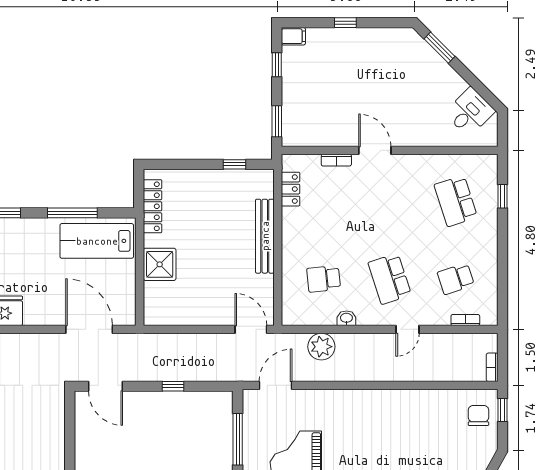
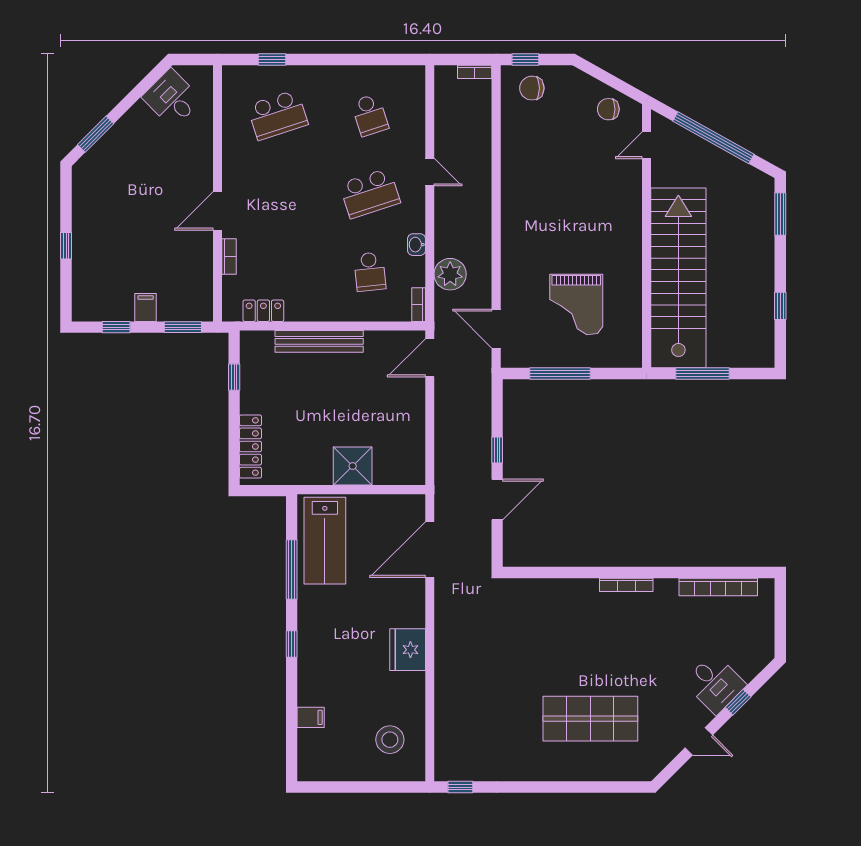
filing cabinet: (293, 36) -> (146, 307), moved
locker: (153, 206) -> (250, 446), moved, turned 90
bookcase: (465, 320) -> (419, 305), moved
door: (105, 386) -> (497, 500), moved

